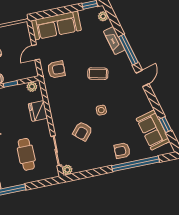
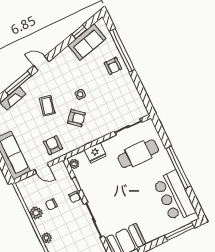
armchair: (83, 131) -> (76, 118), moved
cafe table: (26, 154) -> (138, 154), width x1.37, depth x1.35
plant: (67, 170) -> (143, 112), removed

